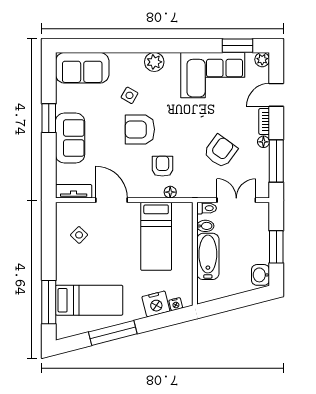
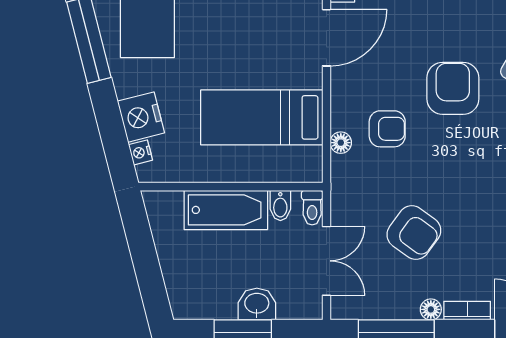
washbasin: (261, 275) -> (257, 304), moved

